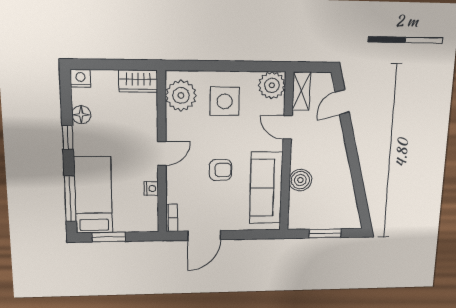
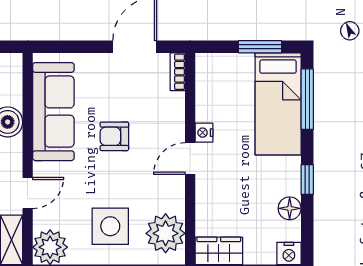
door: (288, 127) -> (28, 193), hinge flipped
nightstand: (151, 189) -> (204, 133), moved

